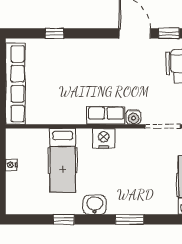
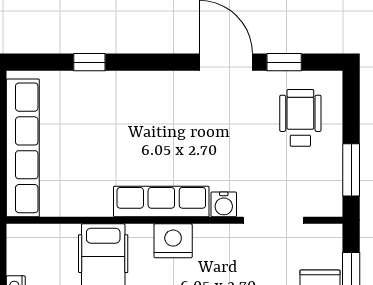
row of seats: (106, 115) -> (161, 202), width x1.48

